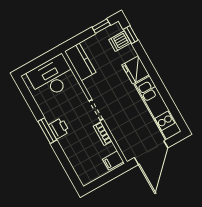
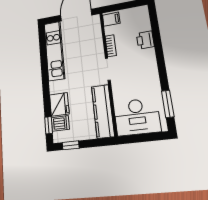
kitchen counter: (80, 62) -> (103, 111), width x1.50
fridge: (135, 70) -> (59, 104), moved
printer: (59, 128) -> (145, 40), moved
window: (47, 131) -> (168, 104), moved

